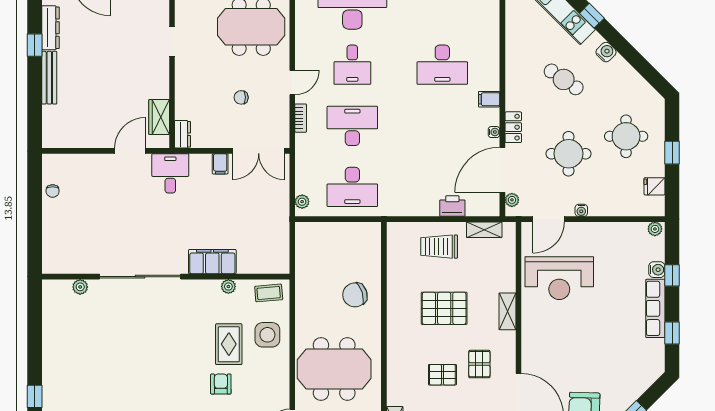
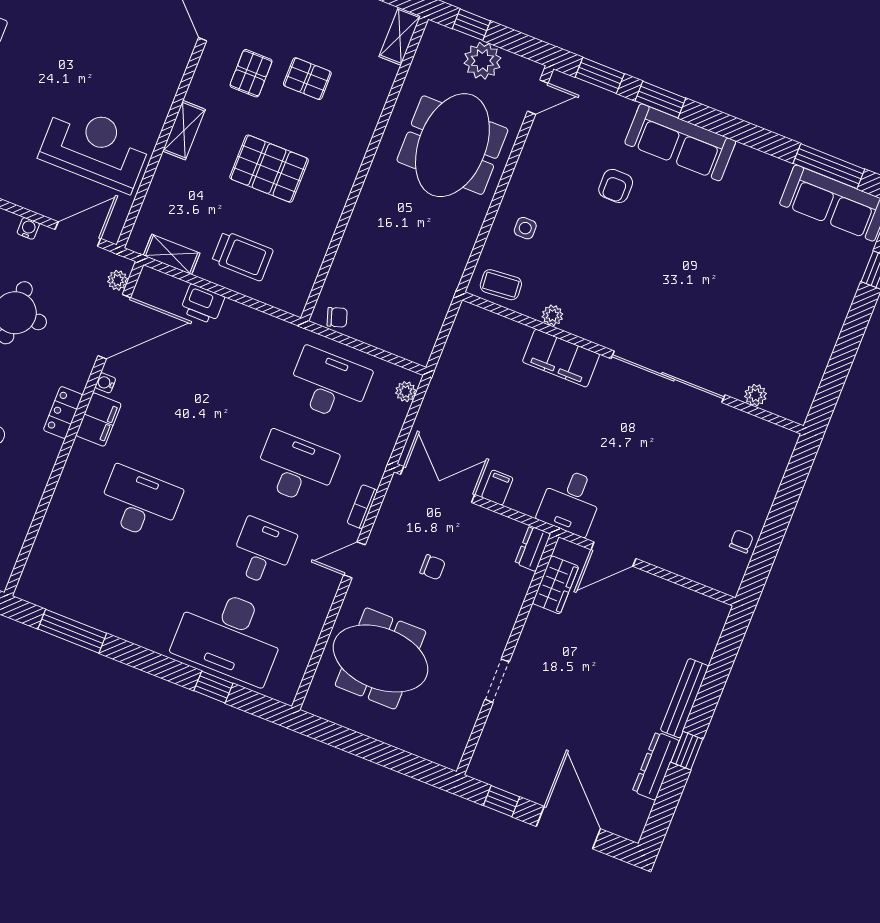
filing cabinet: (489, 99) -> (99, 420), width x2.00
desk: (352, 126) -> (296, 468), turned 180
locker: (513, 127) -> (63, 412), moved
chair: (355, 295) -> (337, 317), moved, width x0.54, depth x0.54
side table: (267, 335) -> (525, 228), width x0.54, depth x0.54
rug: (229, 344) -> (583, 236), removed
meeting table: (334, 369) -> (452, 145), turned 90

